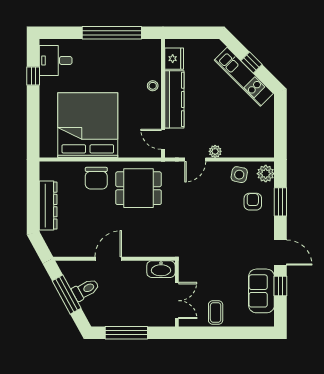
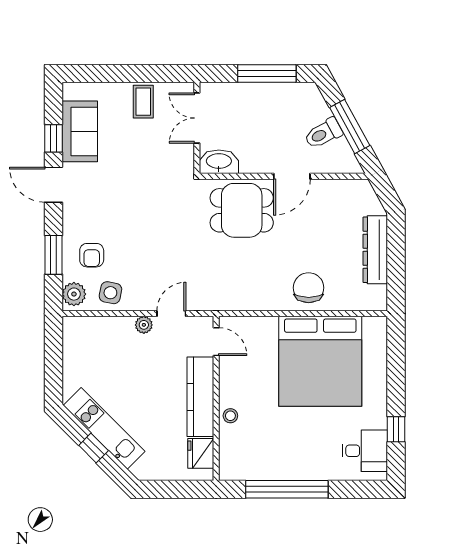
dining table: (139, 188) -> (242, 210), moved

